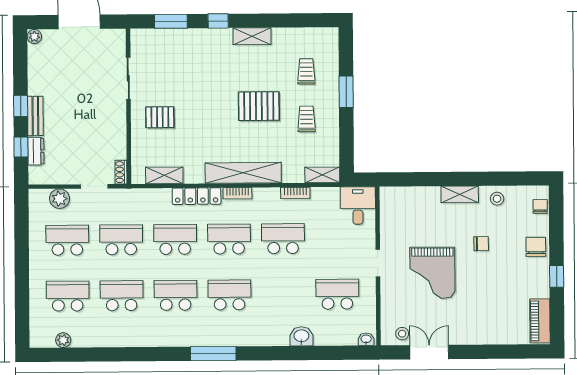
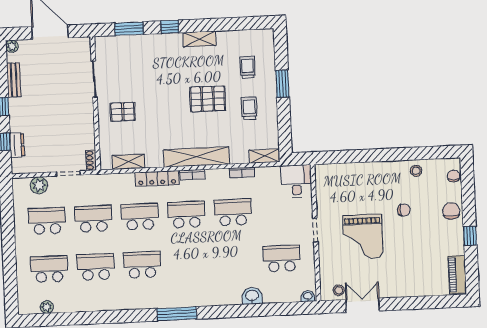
bench: (35, 116) -> (14, 80), moved
shelving: (460, 194) -> (384, 168), removed
school desk: (229, 295) -> (189, 263), removed

